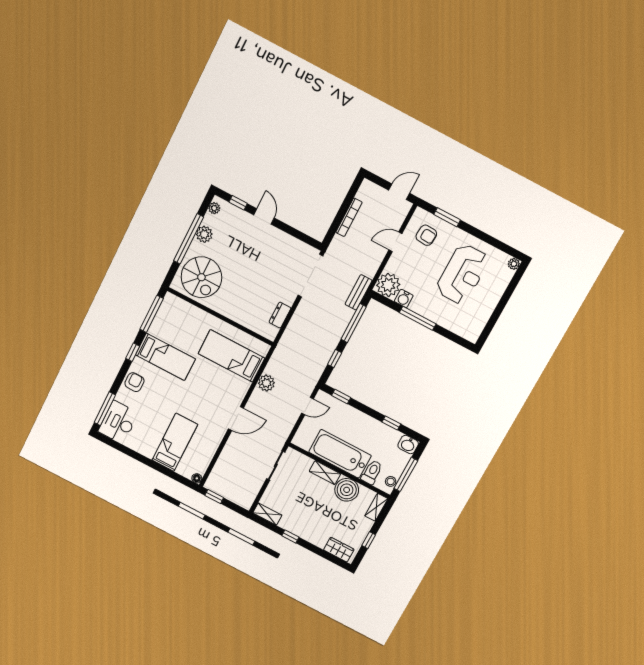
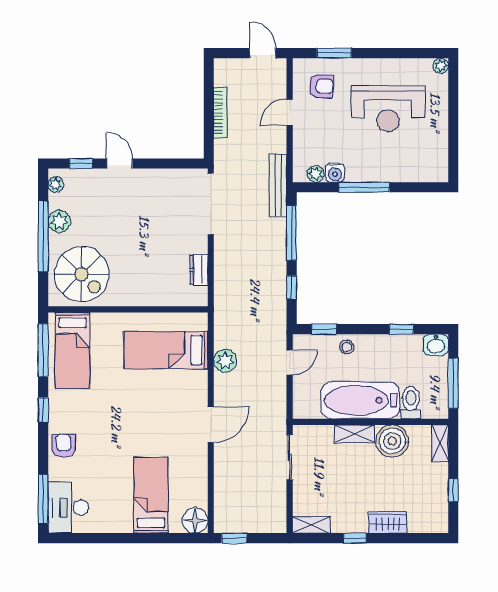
door: (399, 192) -> (263, 53), hinge flipped
reception desk: (462, 274) -> (388, 109), turned 90
plant: (388, 285) -> (316, 174), width x0.53, depth x0.53
bench: (359, 292) -> (278, 185), width x1.36
bed: (165, 357) -> (73, 350), moved, turned 90
floor lamp: (197, 478) -> (195, 520), width x1.89, depth x1.89
stool: (391, 481) -> (347, 347), moved
wardrobe: (339, 550) -> (388, 522), moved

